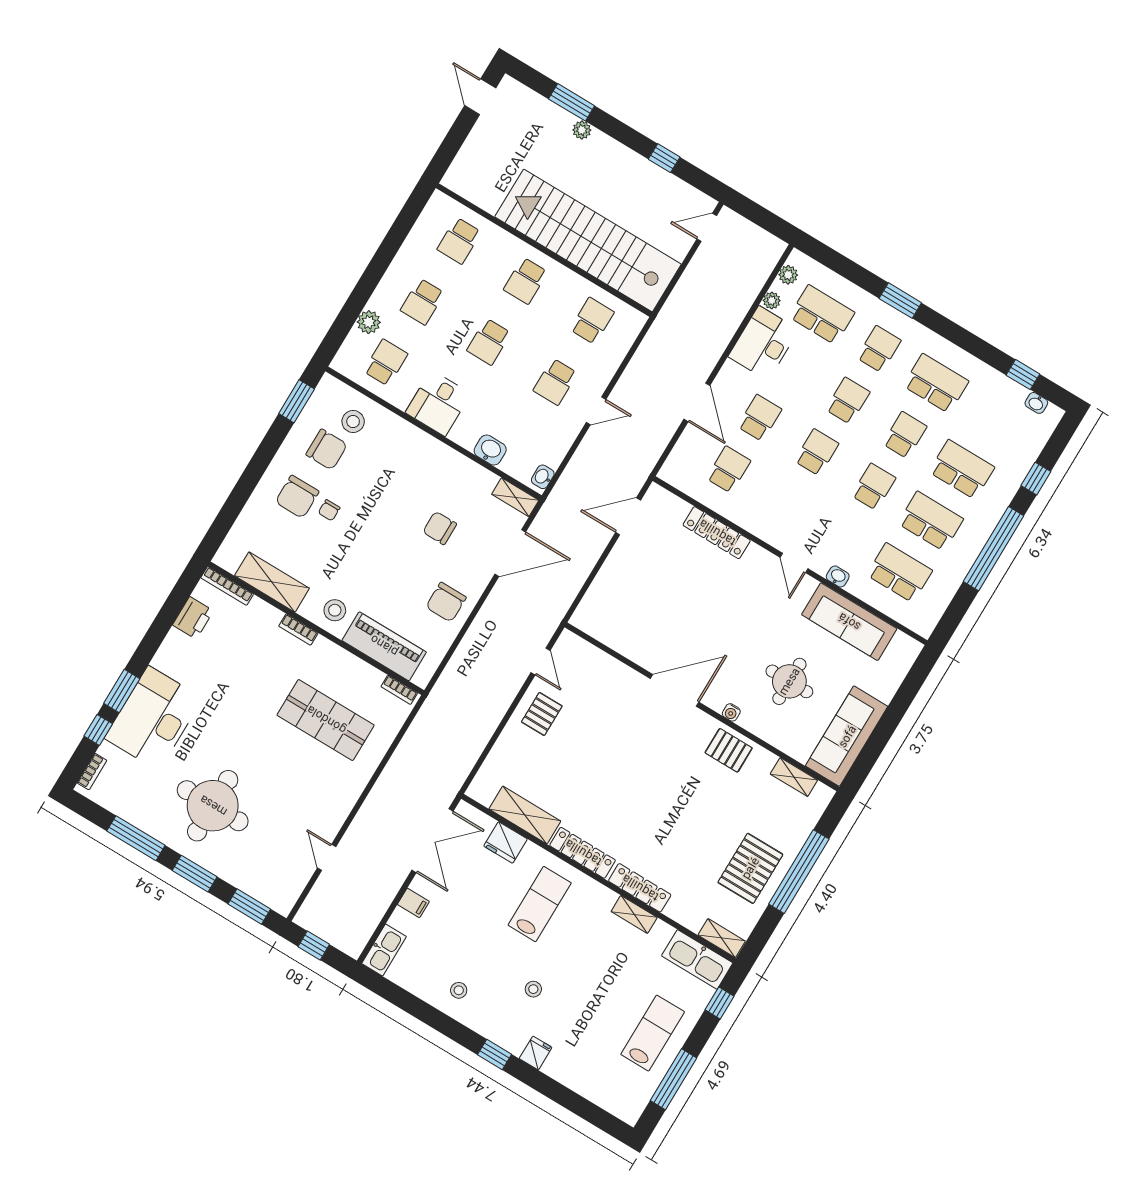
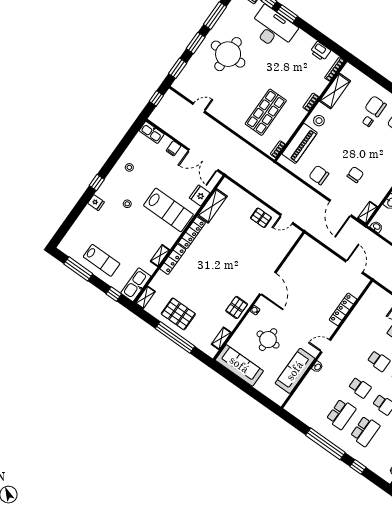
school desk: (728, 470) -> (373, 317), removed
school desk: (899, 573) -> (317, 397), removed
lab bench: (540, 904) -> (168, 210), width x1.36, depth x1.39

